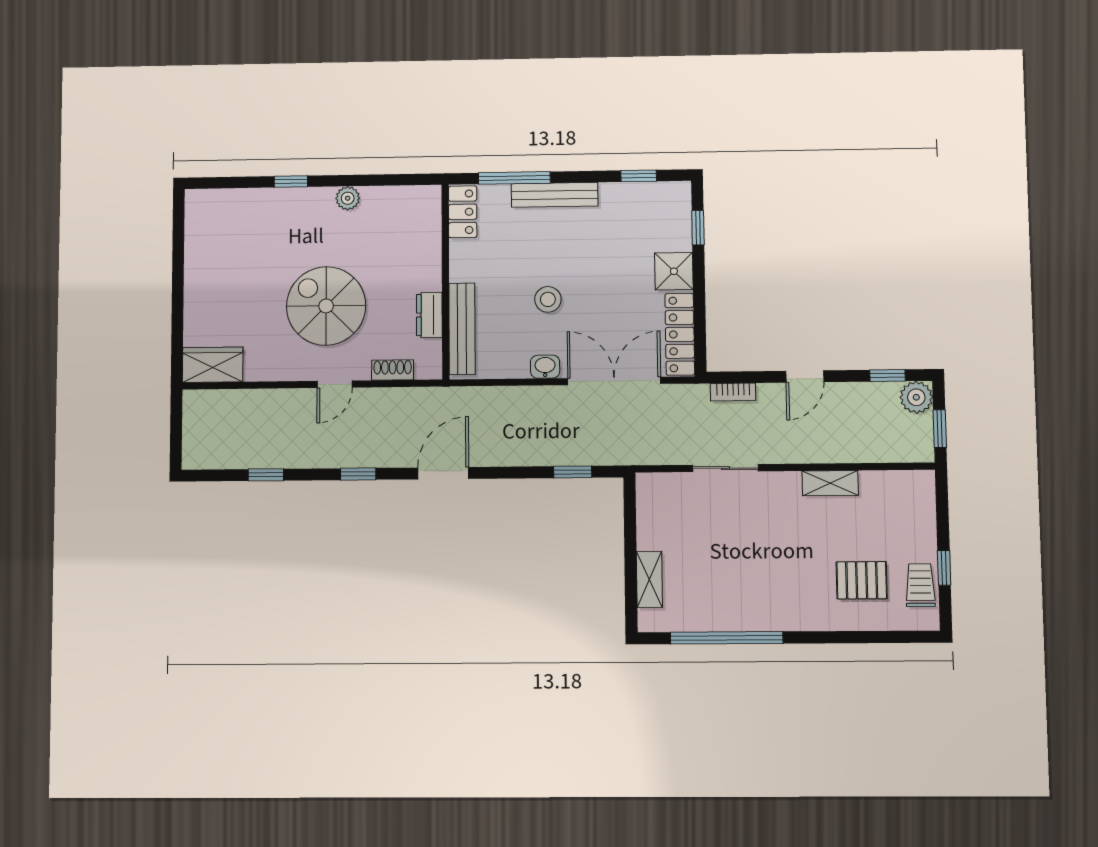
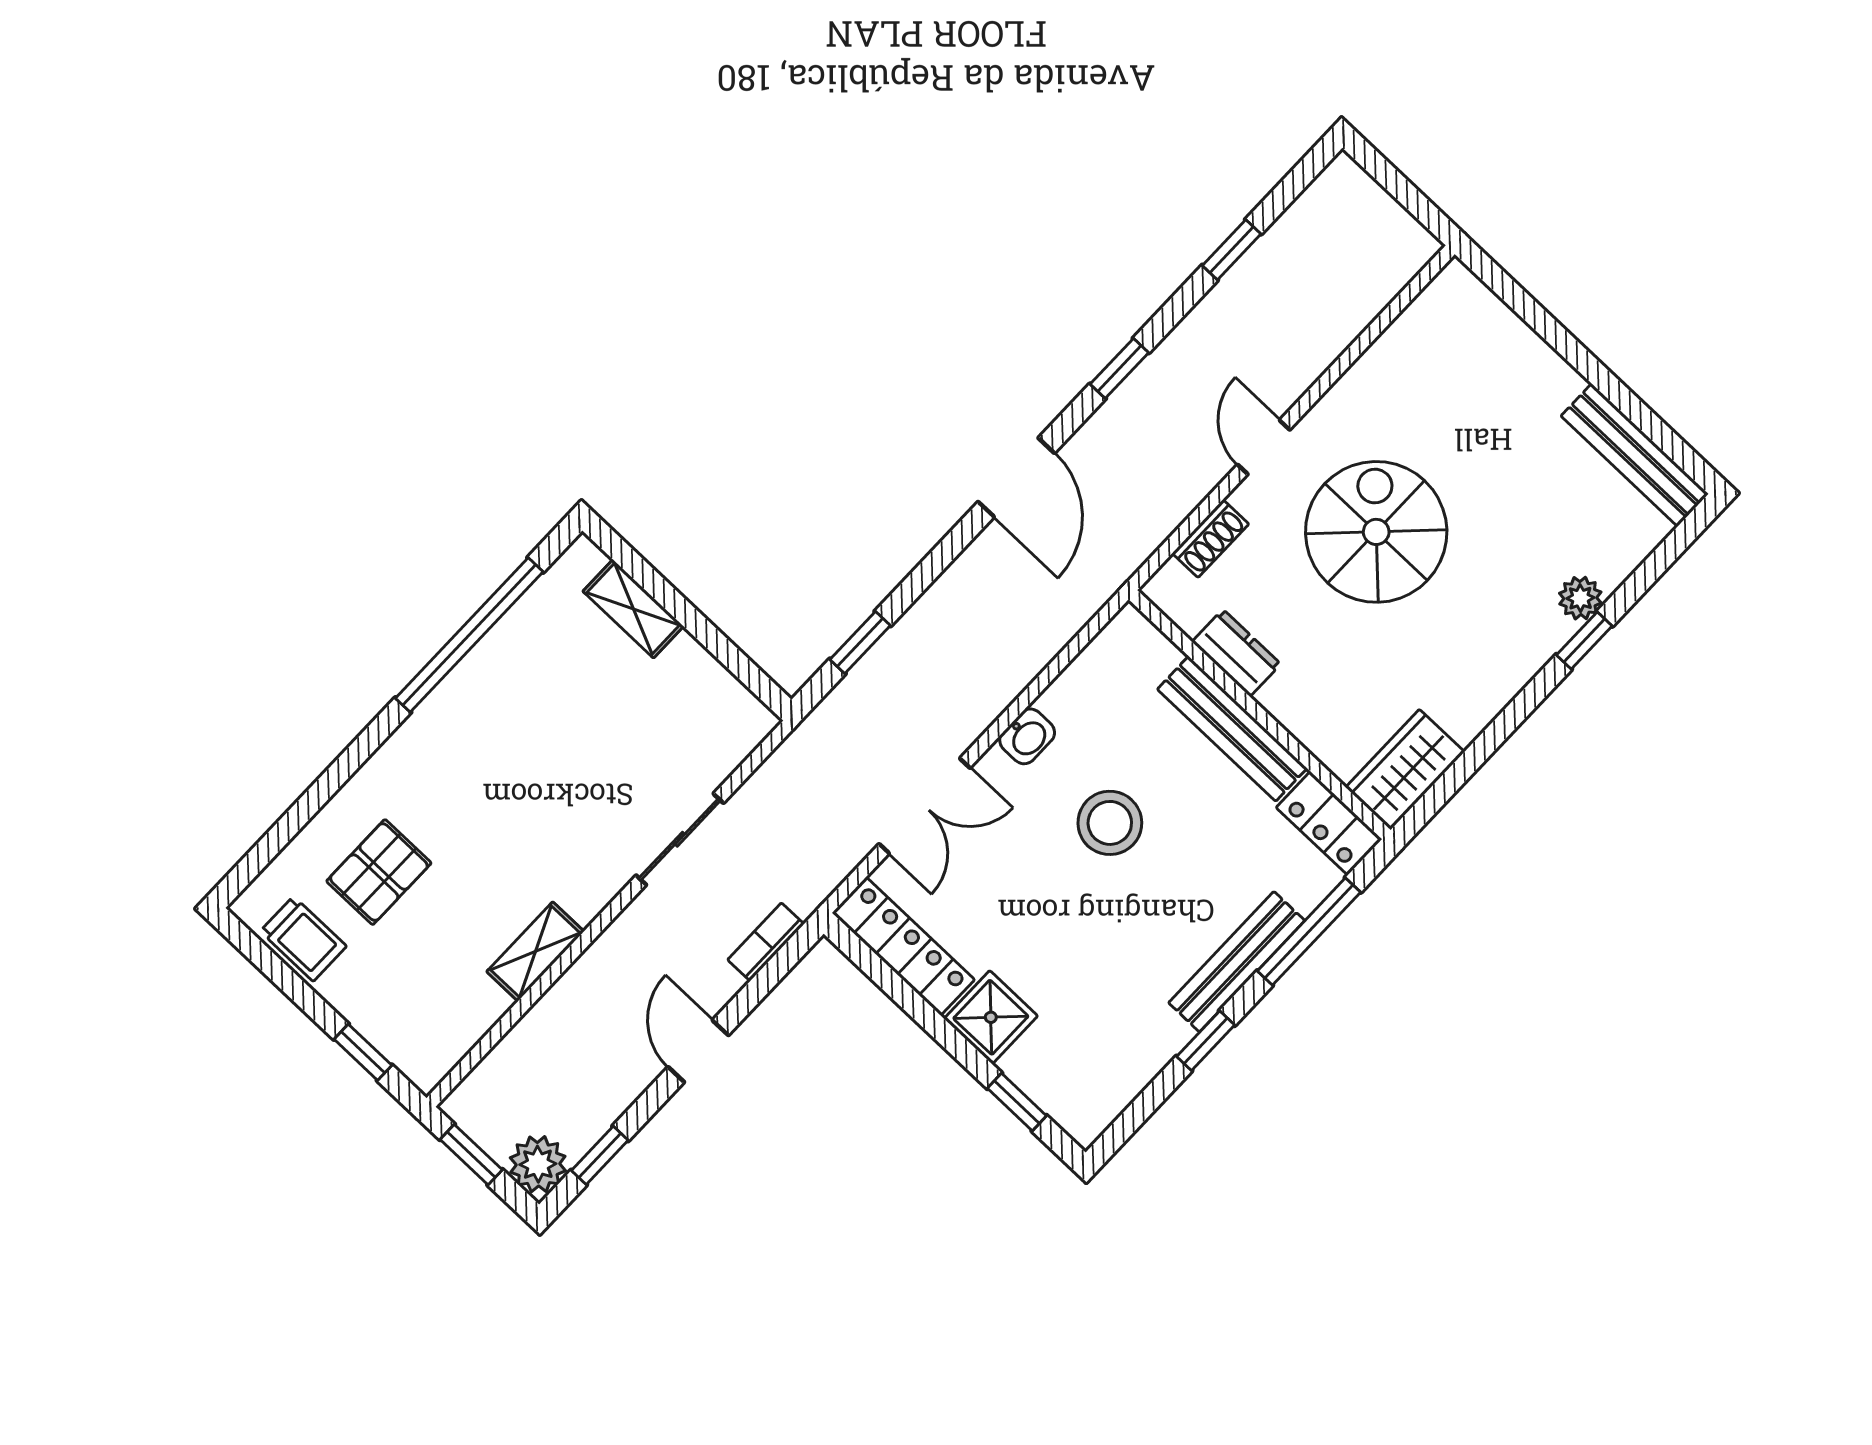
window: (639, 176) -> (1206, 1041), moved
plant: (348, 198) -> (1580, 598), moved
bench: (197, 233) -> (1635, 455), added
stool: (548, 299) -> (1110, 823), width x1.38, depth x1.38
spiral stairs: (326, 306) -> (1376, 532), turned -90
bench: (462, 329) -> (1232, 729), moved
wardrobe: (213, 365) -> (1405, 770), moved, turned 180
double door: (614, 381) -> (924, 806), width x0.73
window: (944, 568) -> (363, 1052), moved

